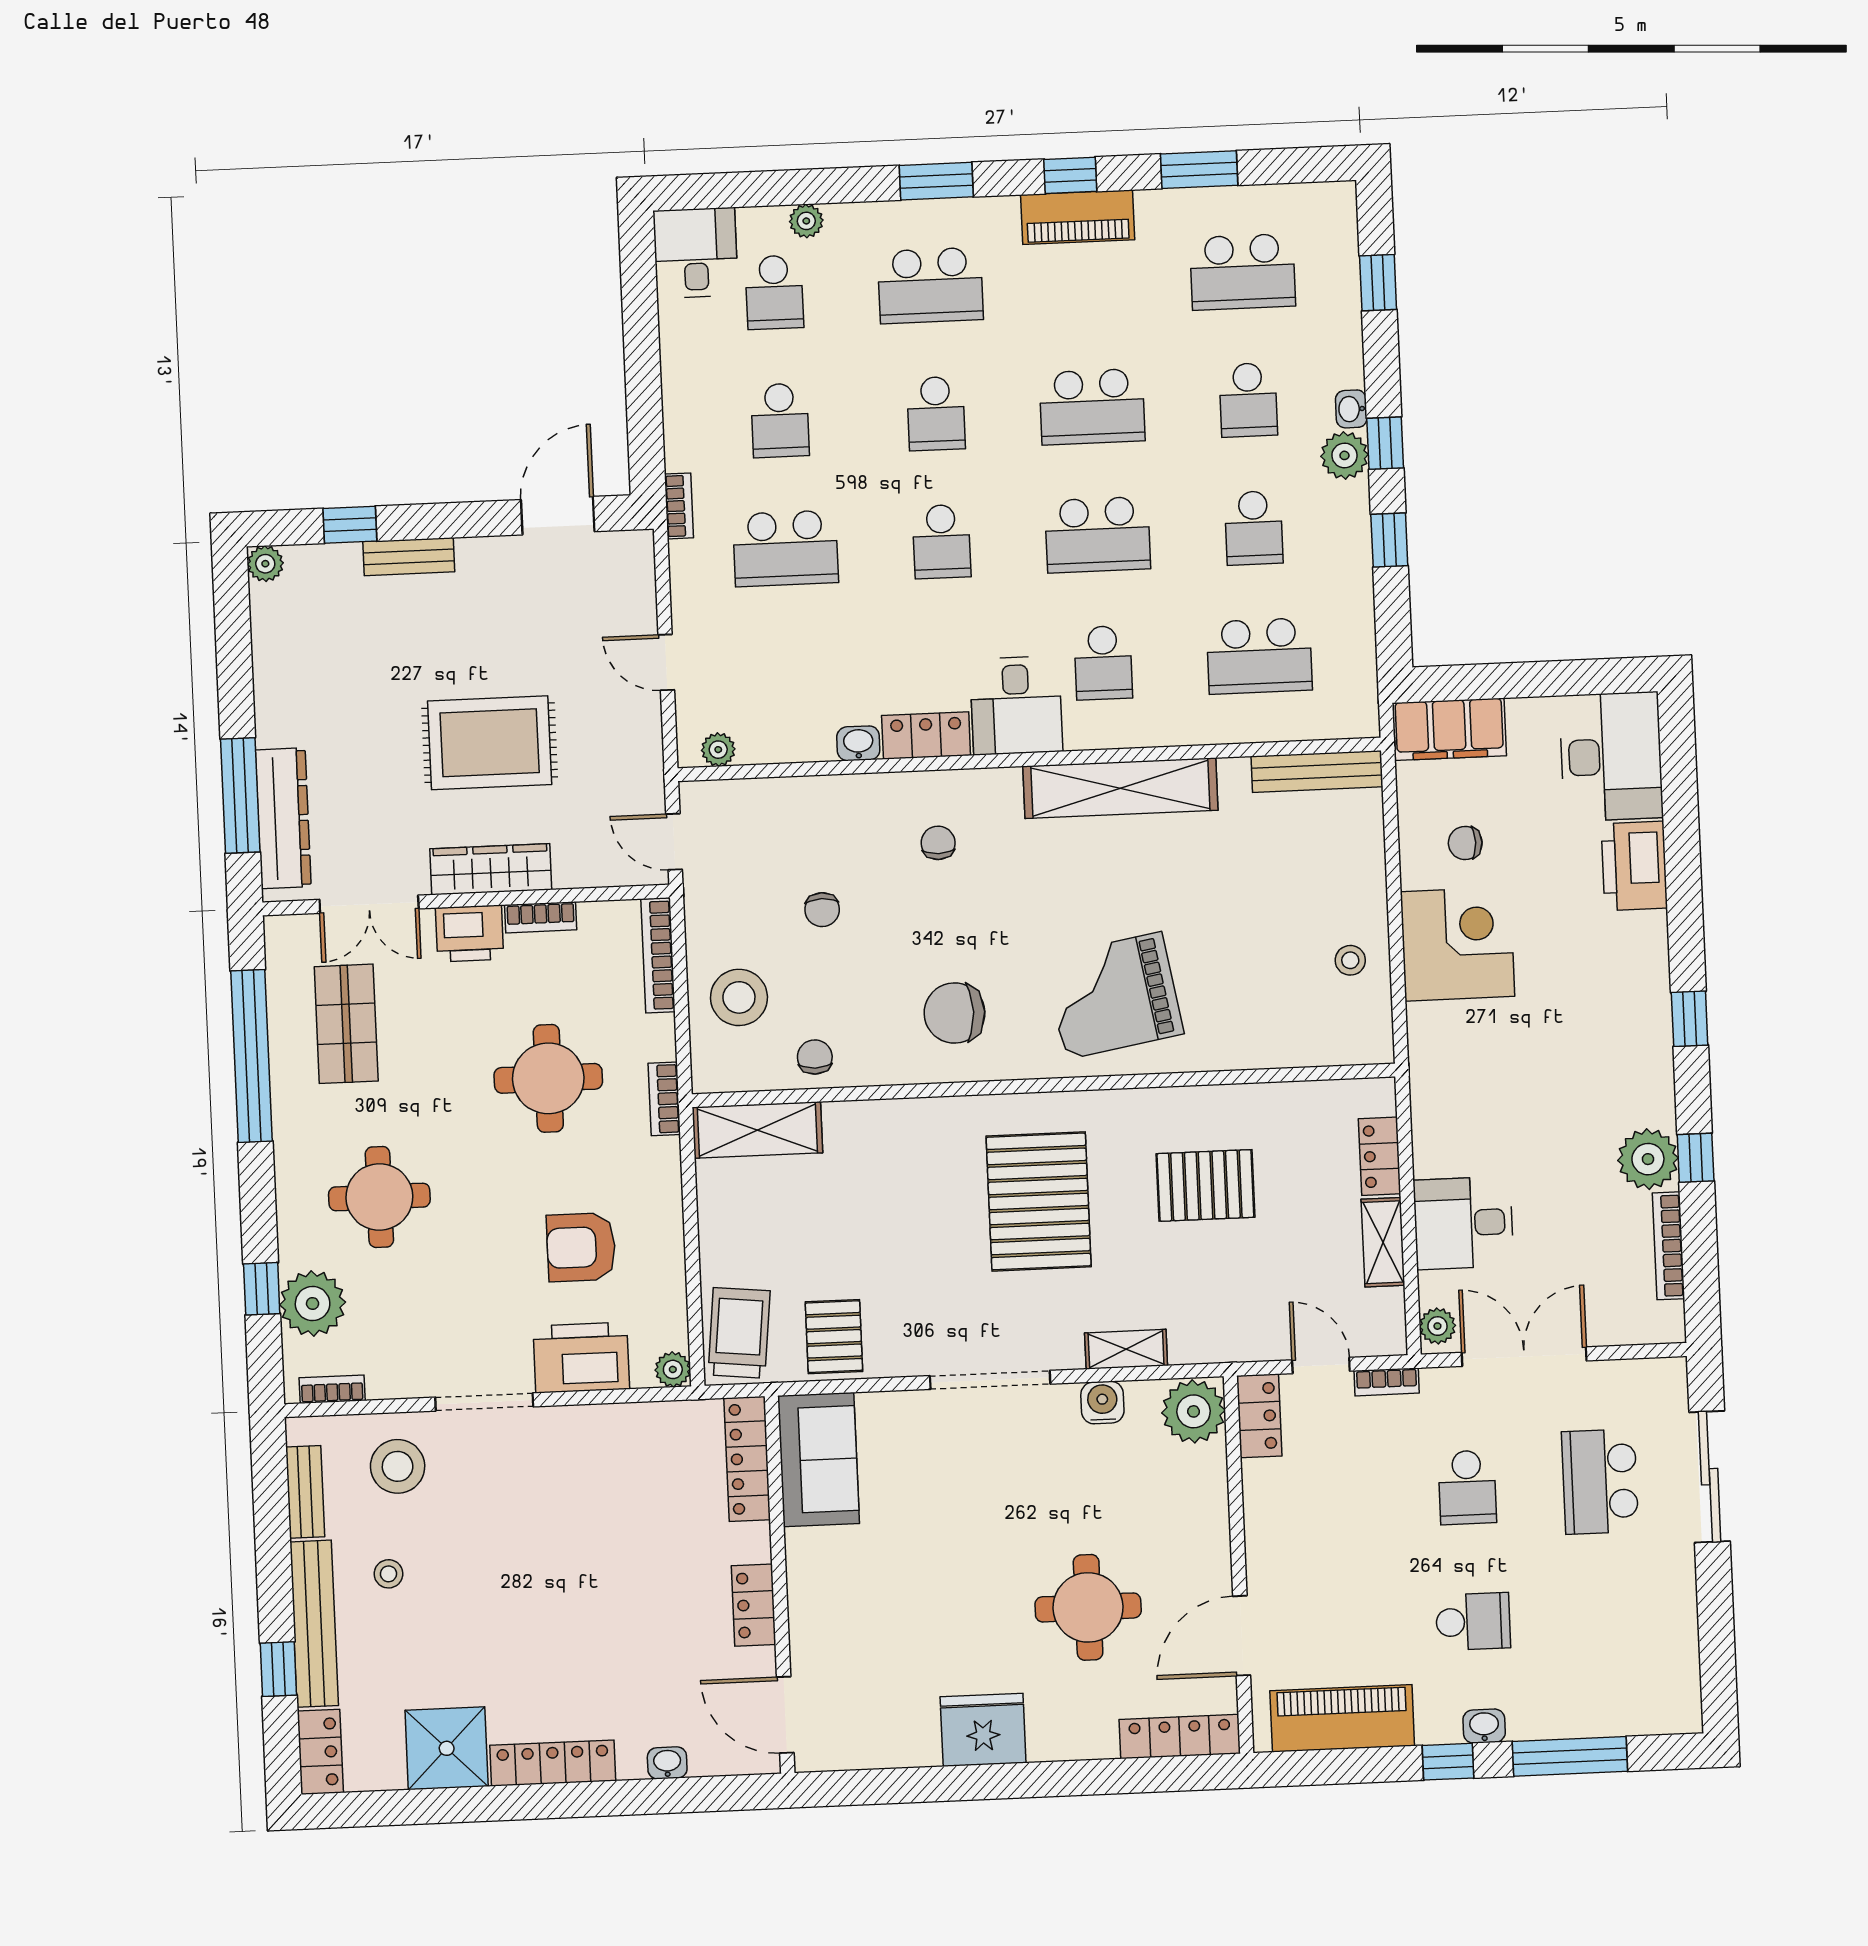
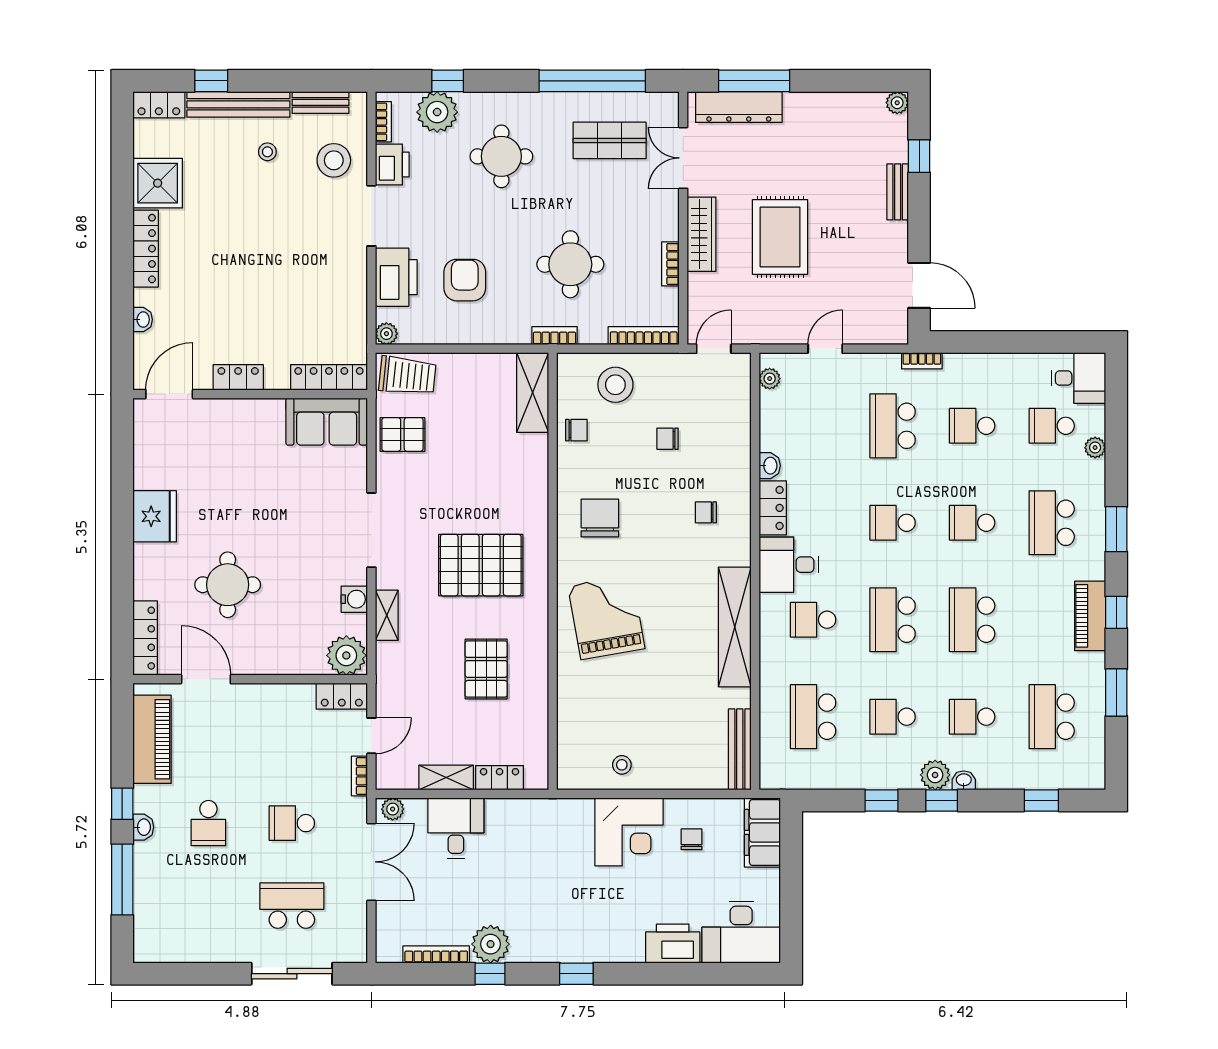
chair: (938, 843) -> (706, 512), turned 180
printer: (470, 934) -> (392, 165), moved, turned 180

